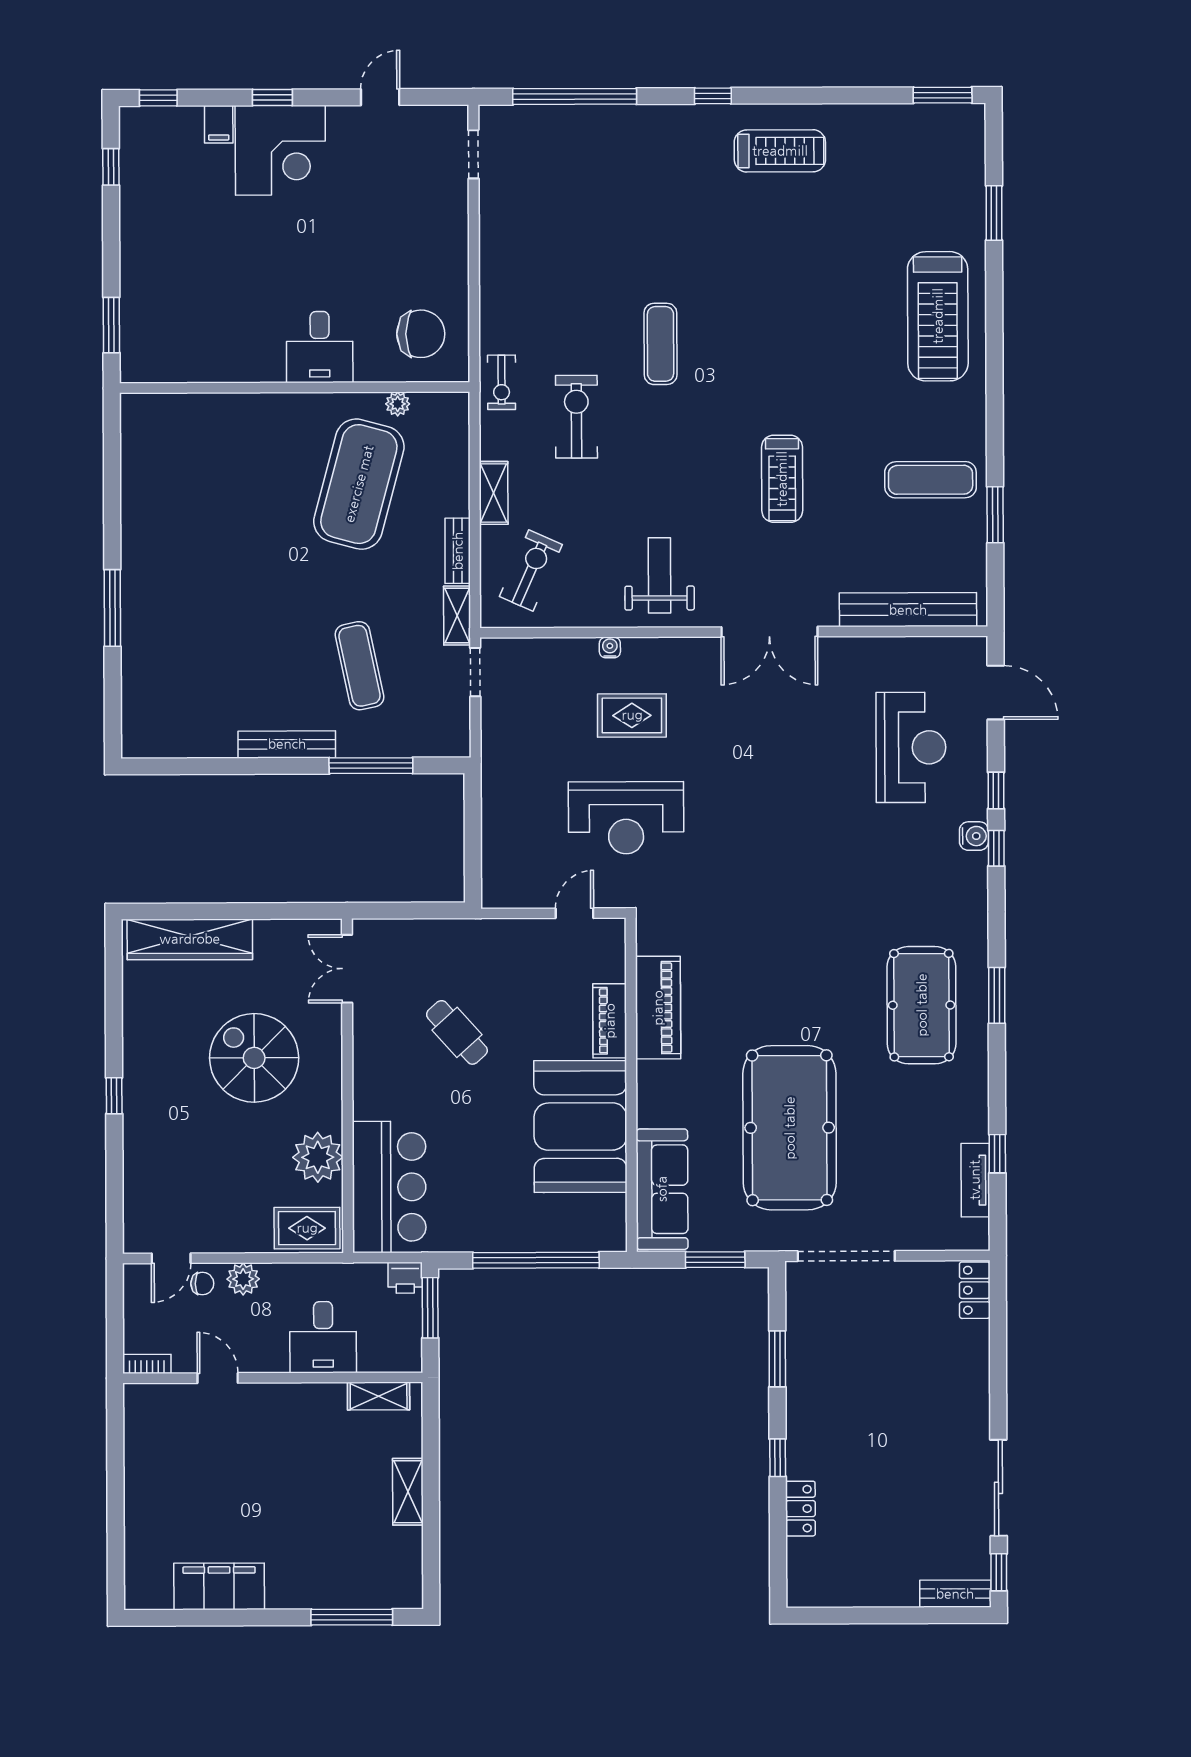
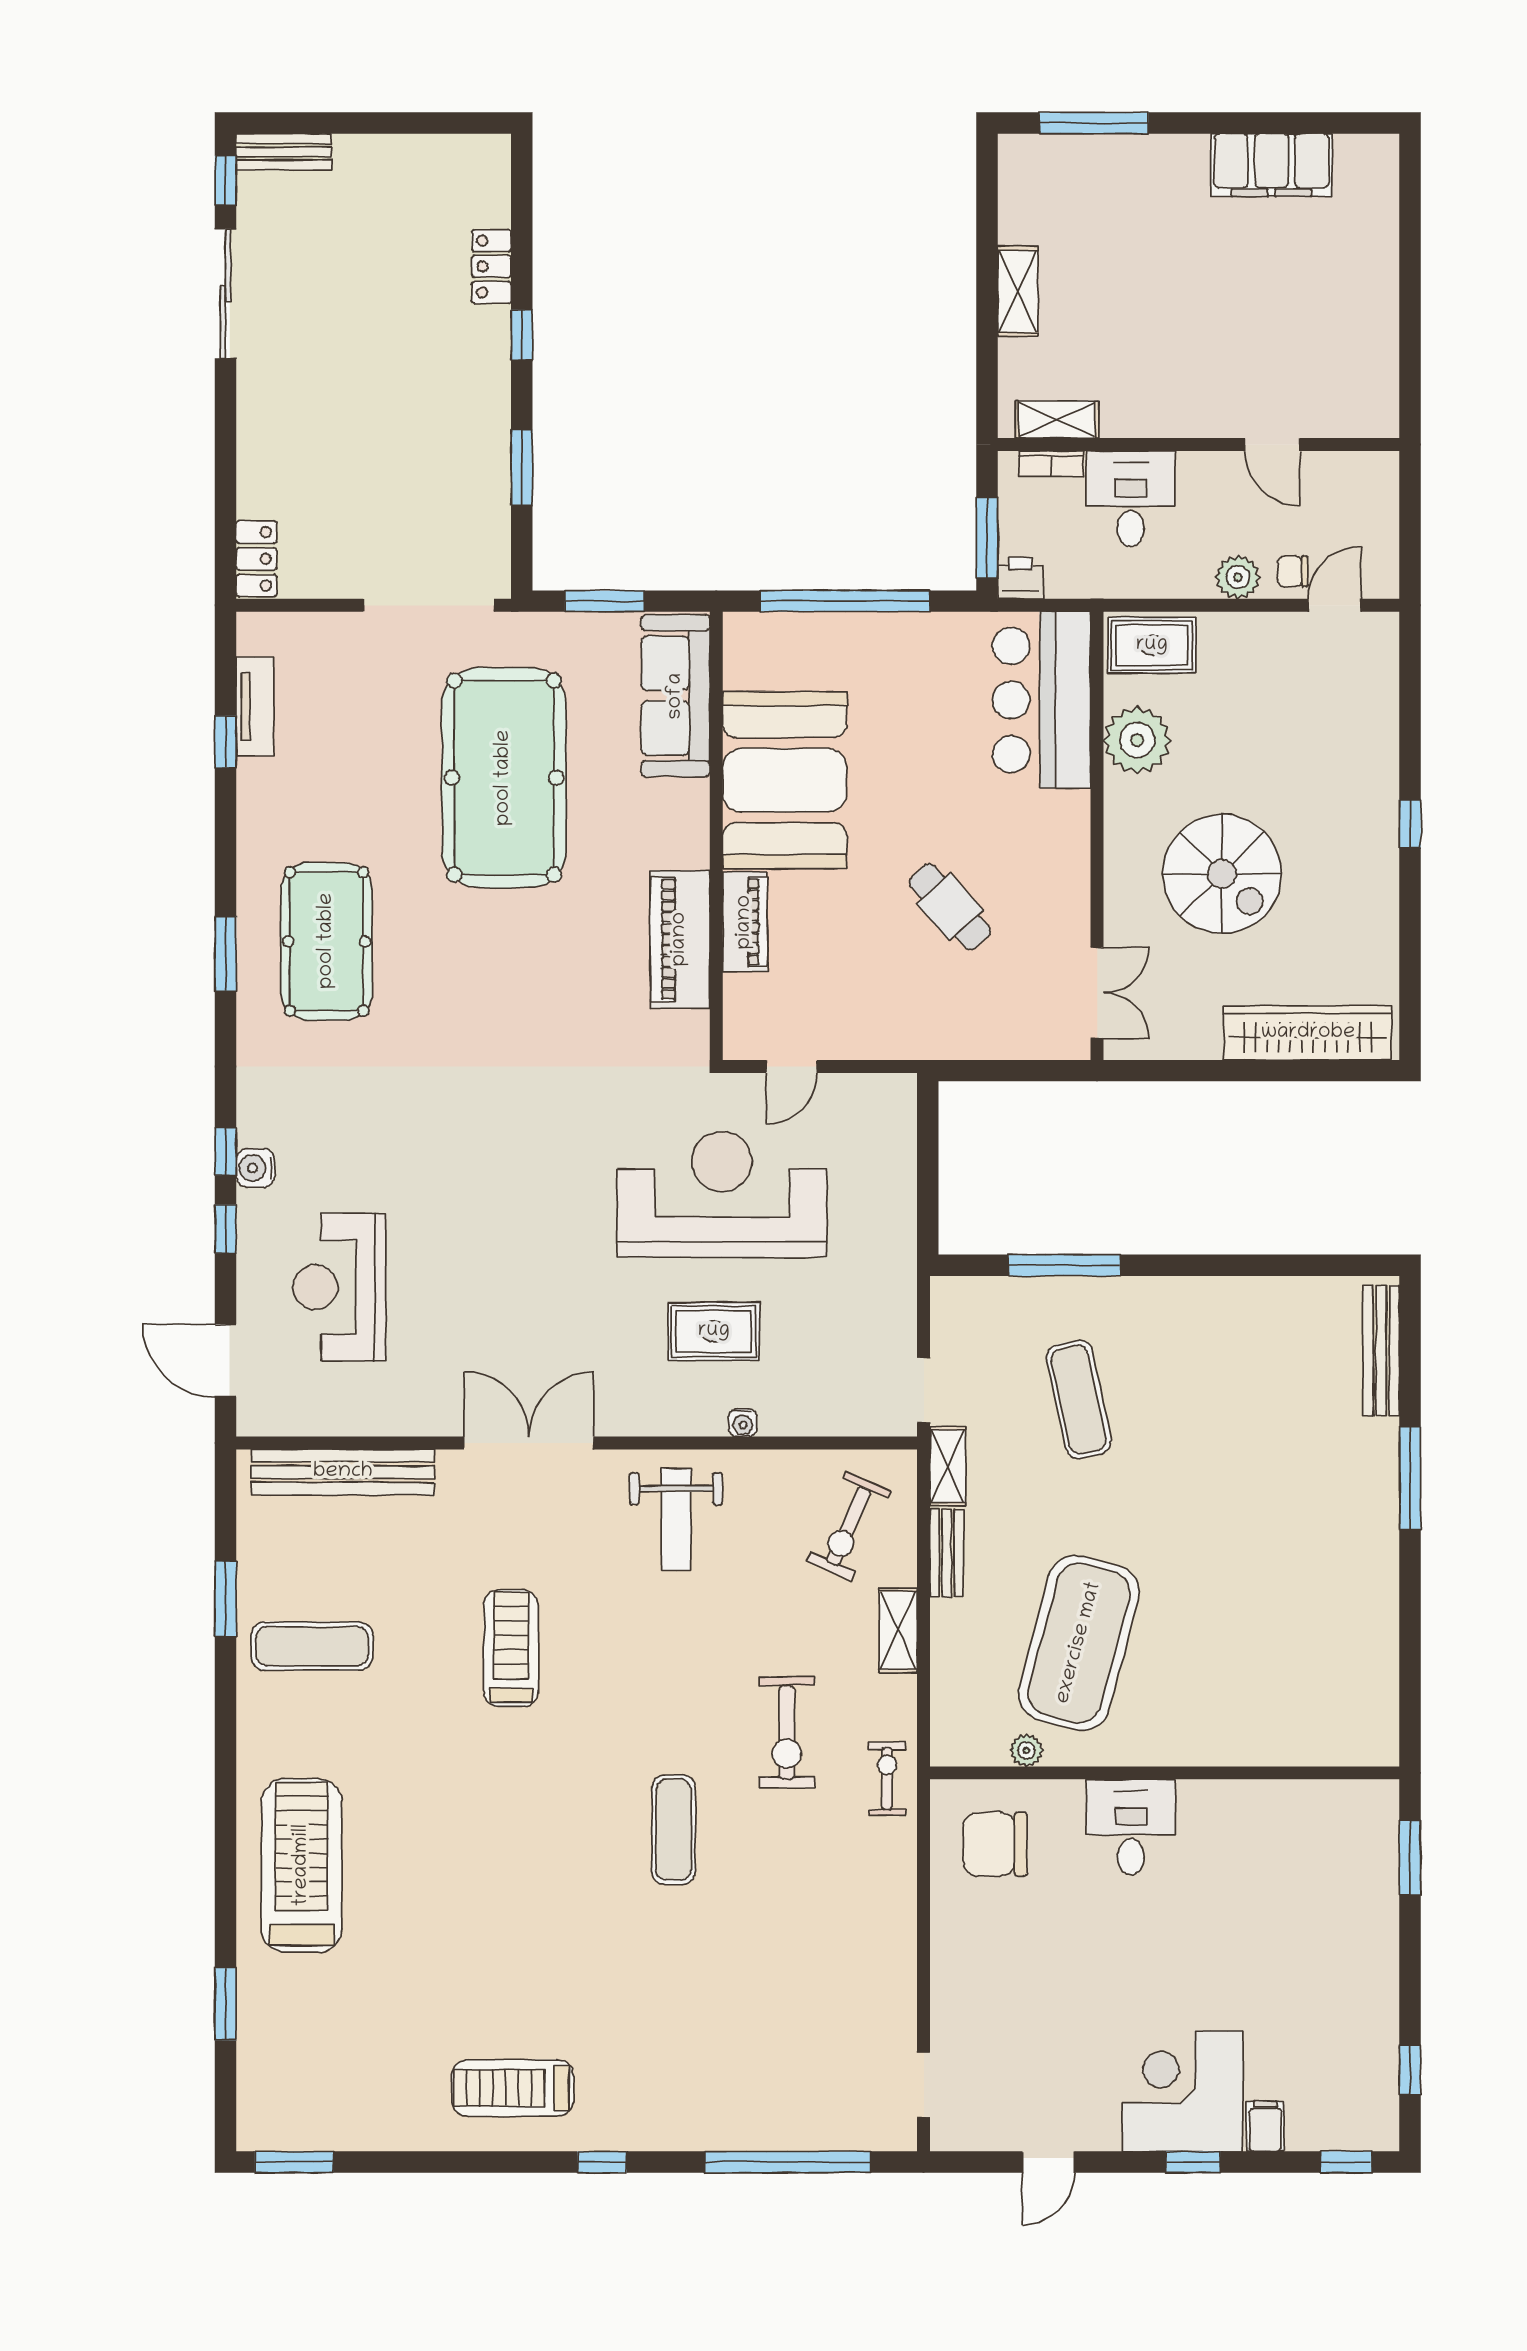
bench: (287, 744) -> (1381, 1350), moved, turned 90
reception desk: (626, 818) -> (722, 1194), width x1.36, depth x1.30
bookcase: (147, 1364) -> (1051, 464), moved

